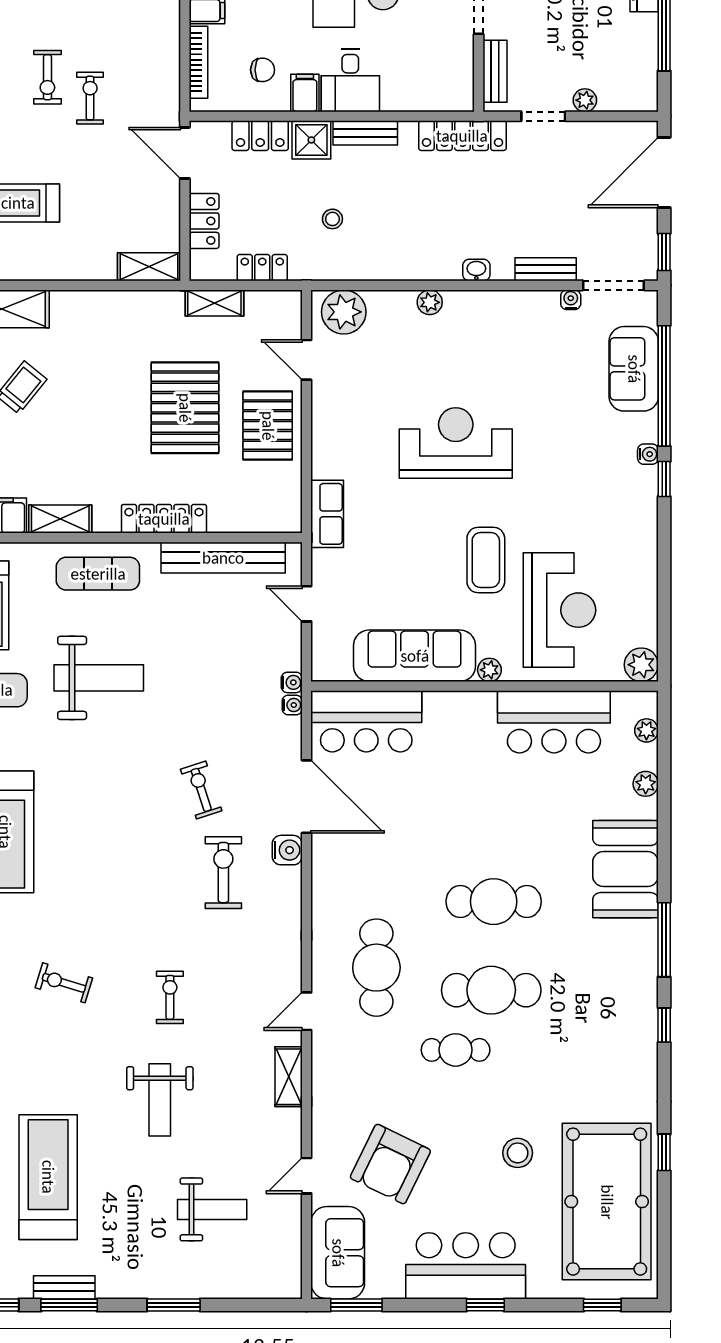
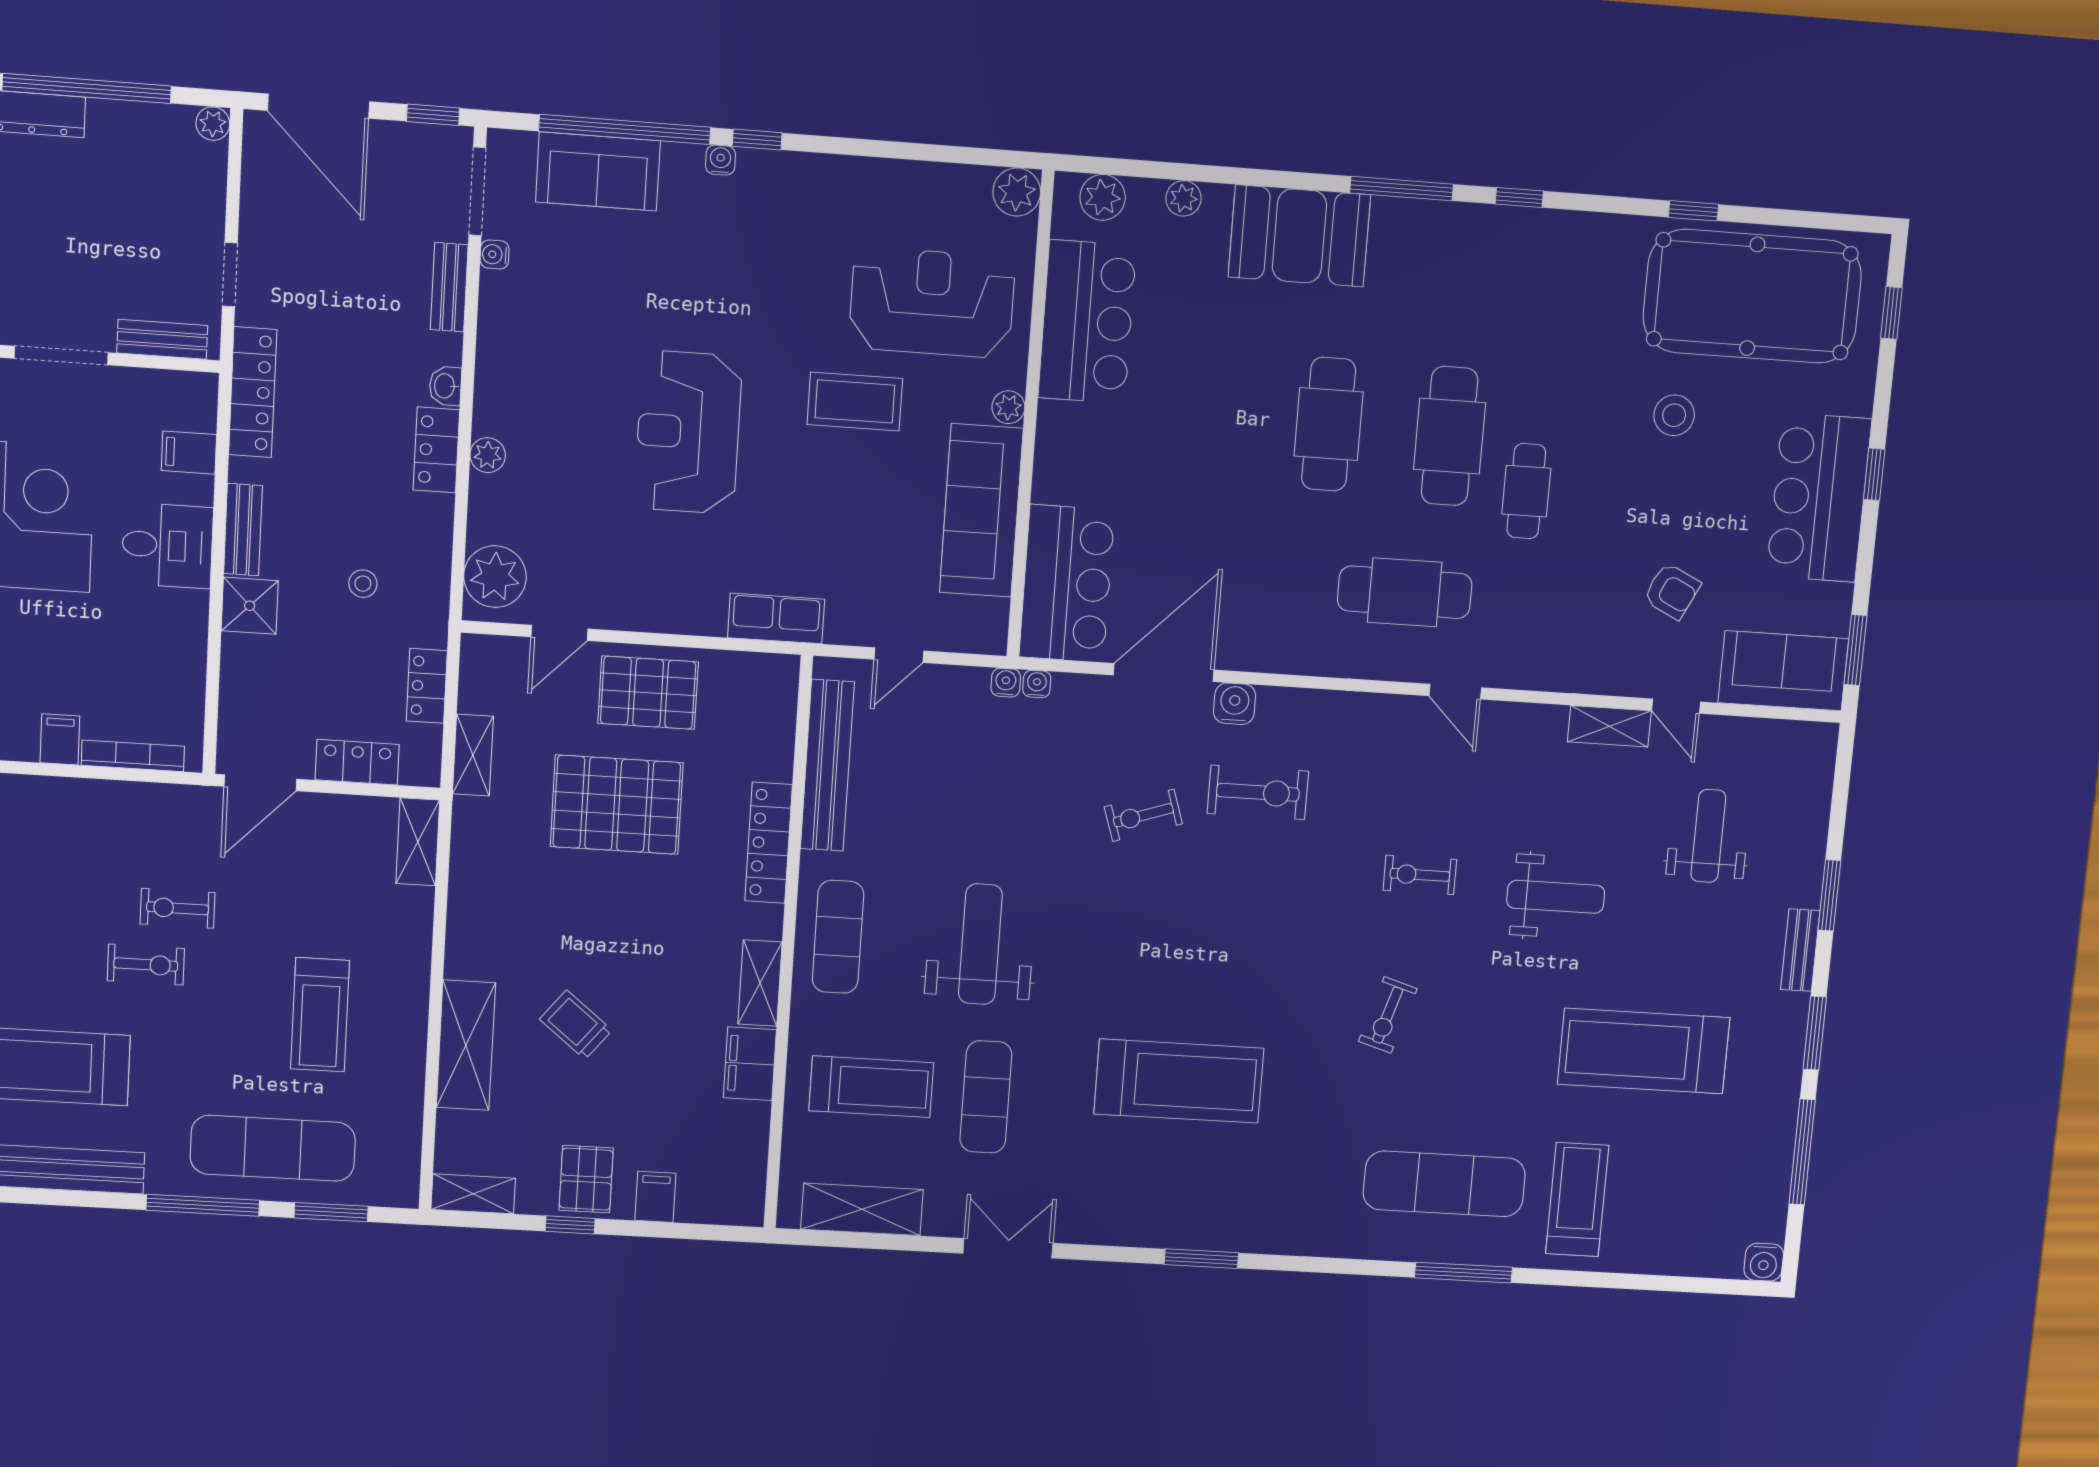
chair: (263, 70) -> (147, 667), removed
filing cabinet: (305, 93) -> (189, 453), moved
plant: (585, 100) -> (213, 124), moved
locker: (260, 136) -> (436, 450), moved, turned 180
plant: (646, 730) -> (1103, 197), width x1.38, depth x1.38
exercise bike: (223, 873) -> (1258, 792), turned 180
shelving: (289, 1077) -> (1609, 726), moved
armchair: (390, 1164) -> (1672, 591), width x0.53, depth x0.53
bench: (64, 1287) -> (1800, 950), moved

